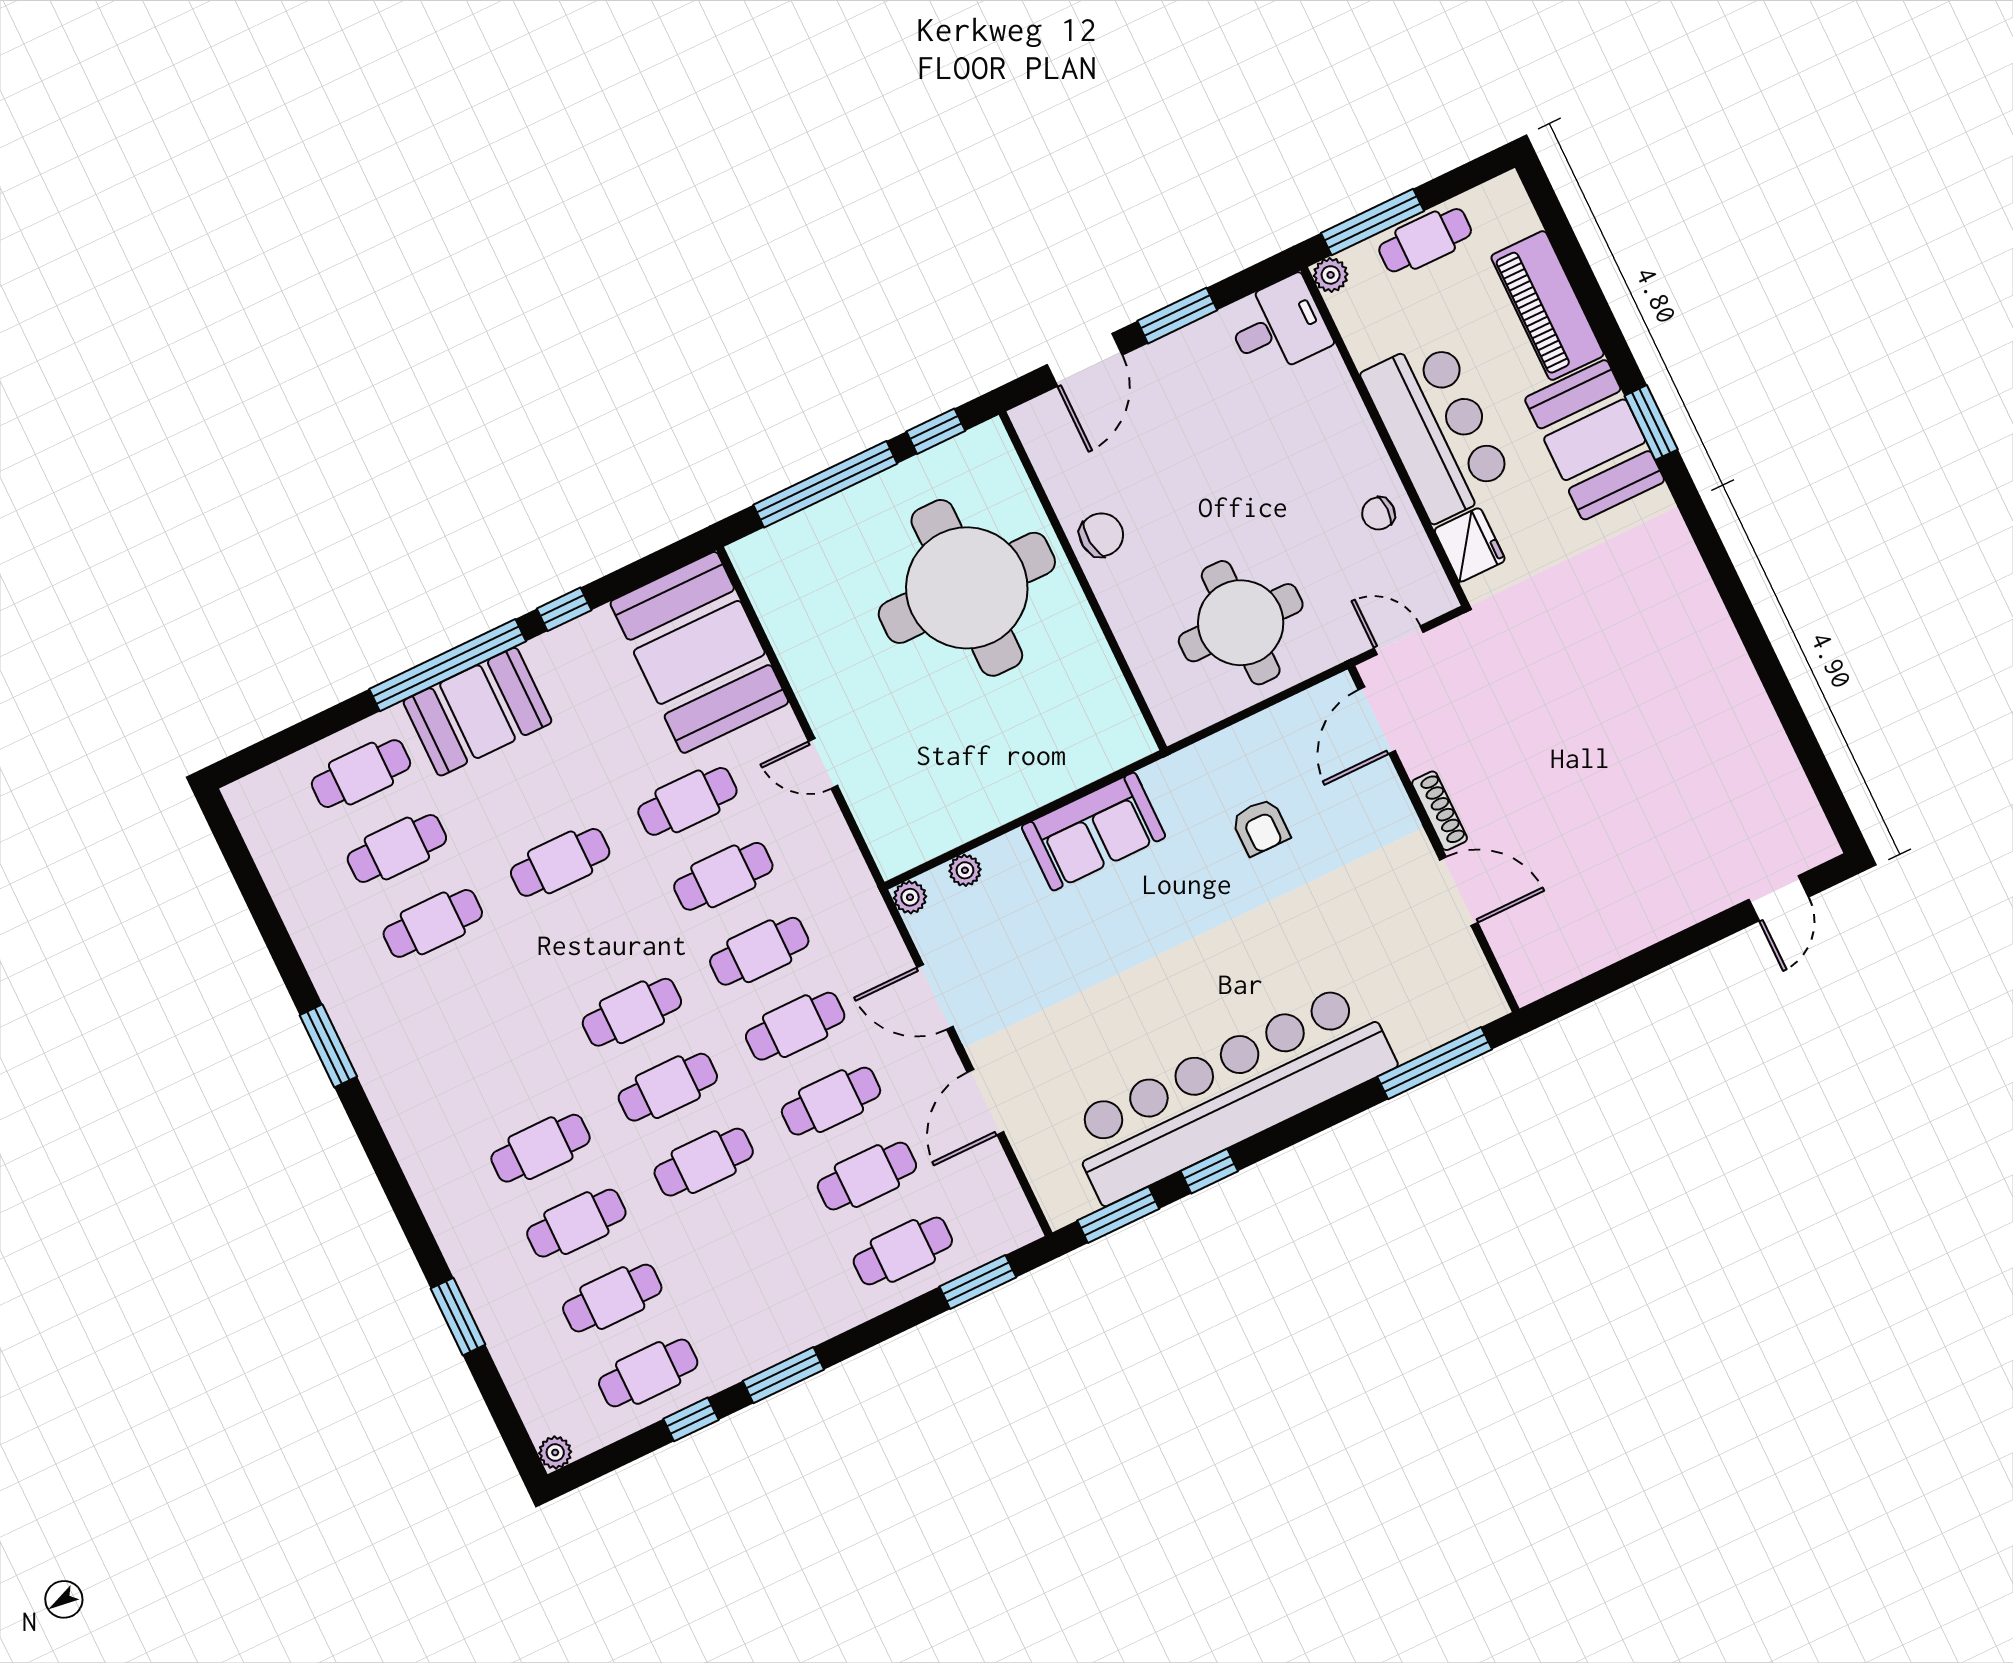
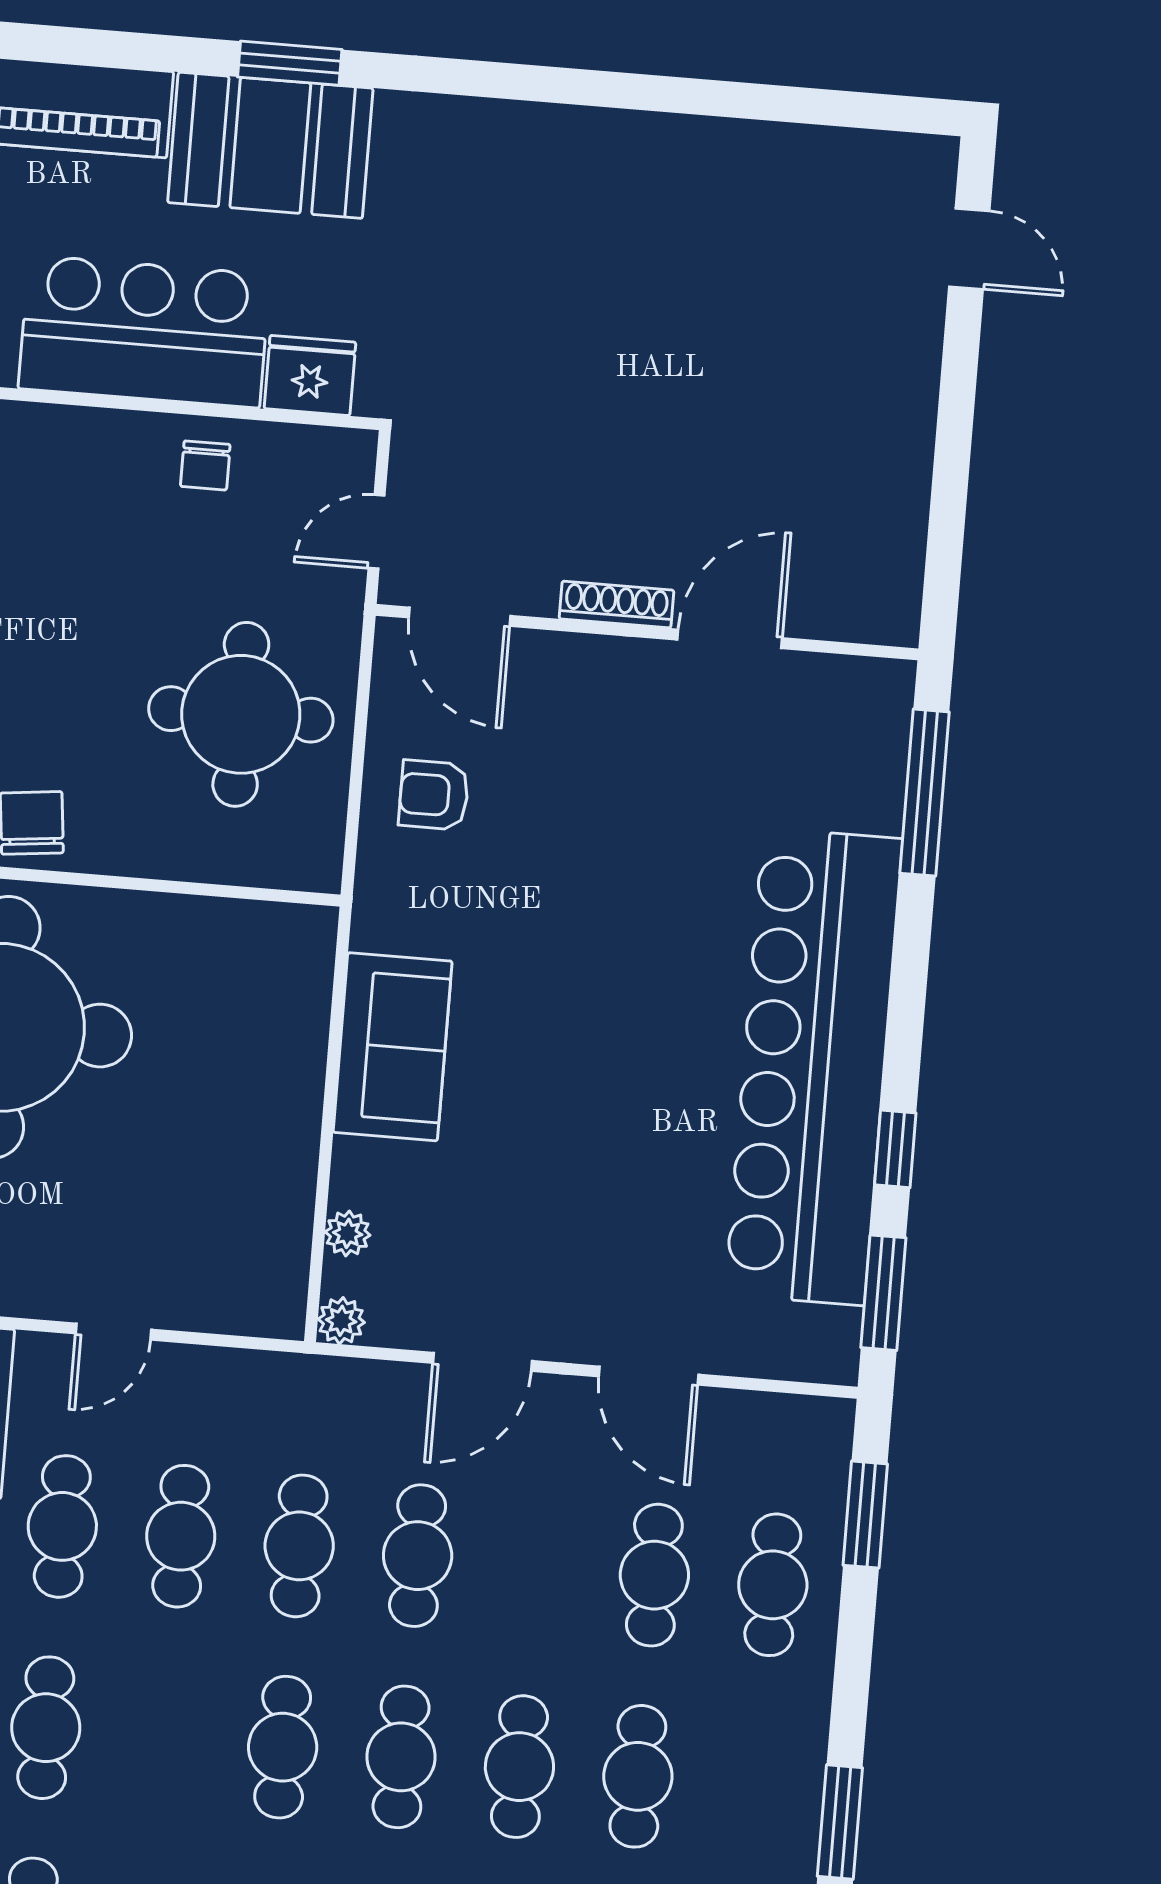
armchair: (1261, 827) -> (434, 795), moved, turned 180
cafe table: (831, 1101) -> (638, 1776), moved

